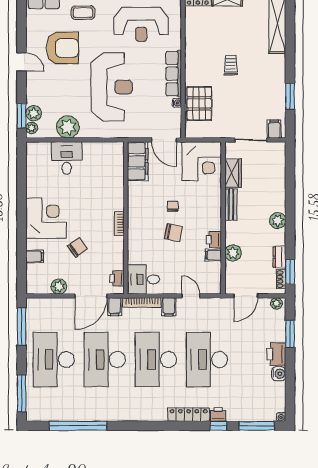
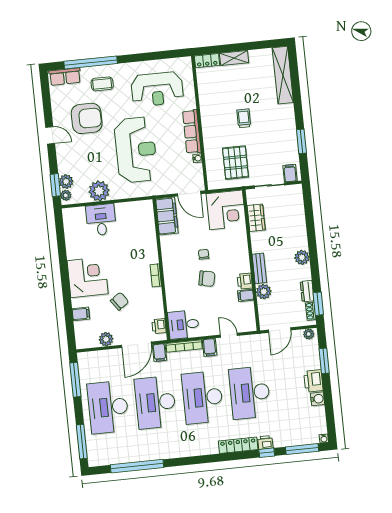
pallet: (199, 103) -> (235, 163), moved
bench: (231, 204) -> (259, 268), moved

